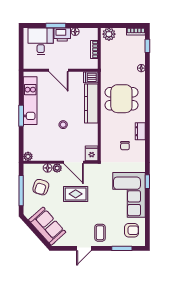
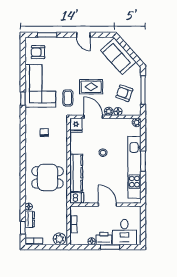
kitchen unit: (30, 101) -> (134, 167), width x1.36
dresser: (140, 131) -> (30, 219), moved
armchair: (41, 187) -> (124, 93), turned -89
coffee table: (100, 233) -> (68, 98), moved
door: (84, 248) -> (83, 35), swing flipped

